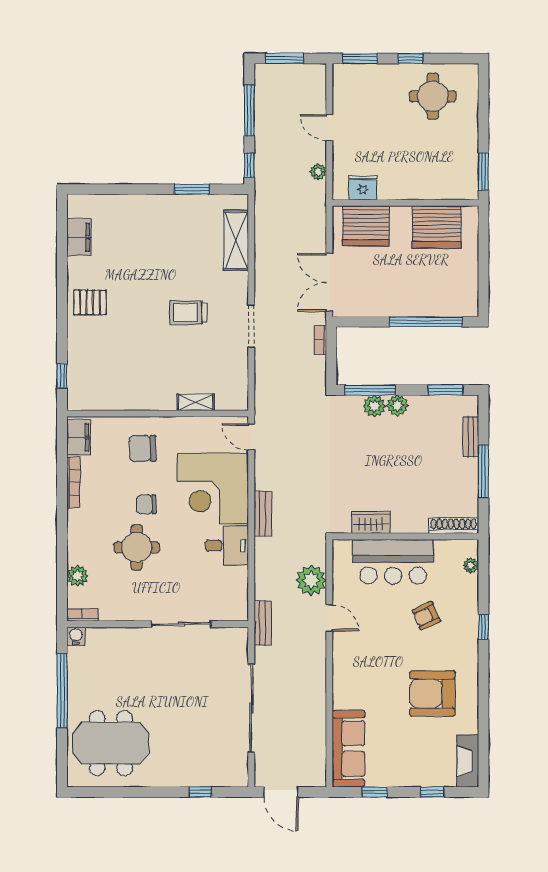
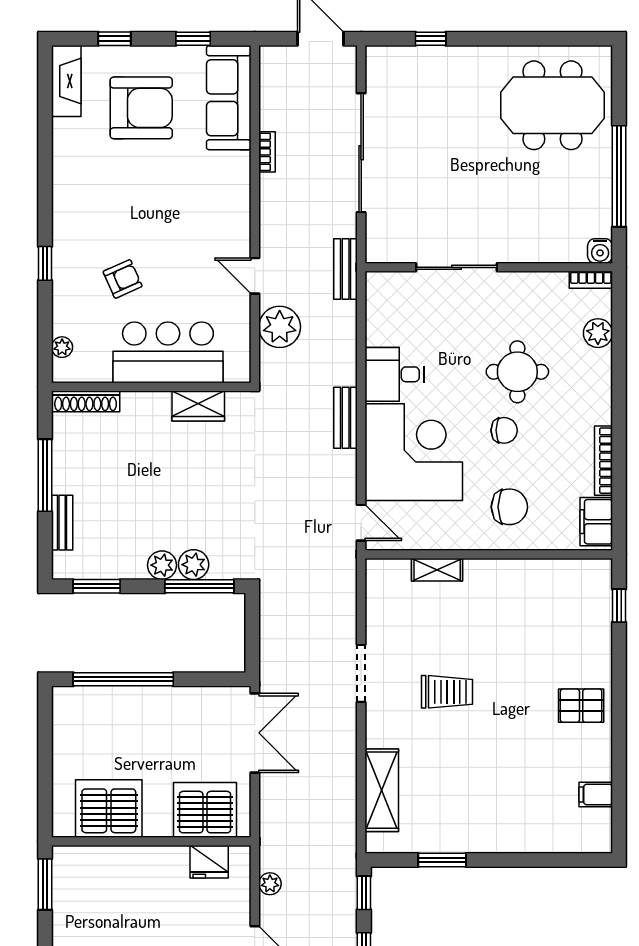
filing cabinet: (79, 237) -> (596, 795), width x0.50
bookcase: (320, 340) -> (267, 152), moved
armchair: (432, 693) -> (141, 108), moved

